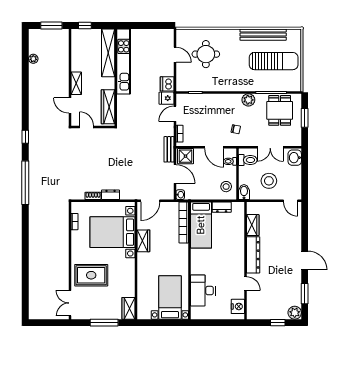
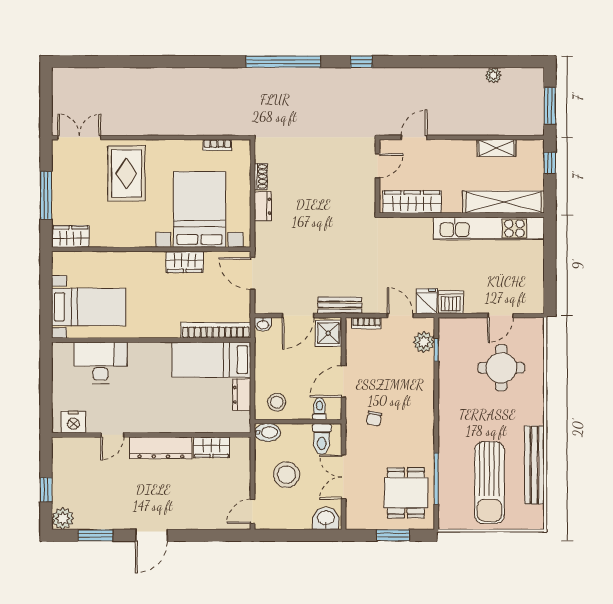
shelving: (76, 83) -> (496, 148), moved
plant: (248, 100) -> (424, 342), moved
dining table: (280, 110) -> (406, 493), turned 90

